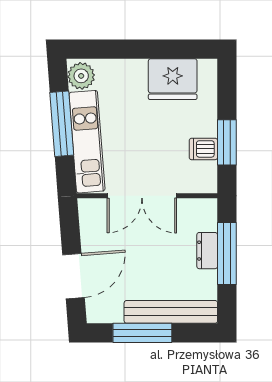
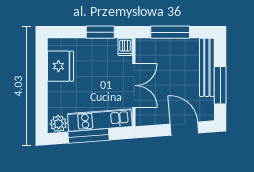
dishwasher: (203, 149) -> (125, 47), moved
dresser: (207, 251) -> (168, 44), removed

